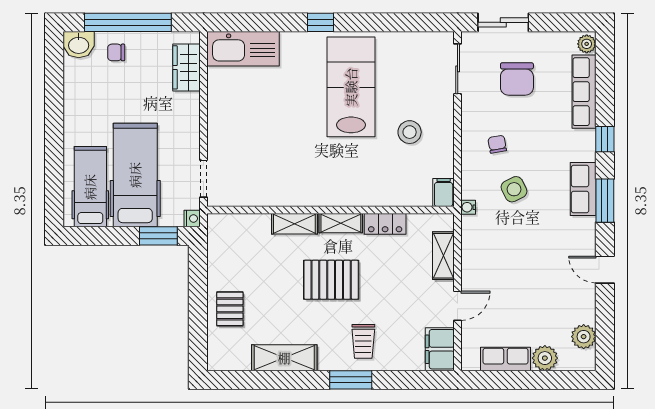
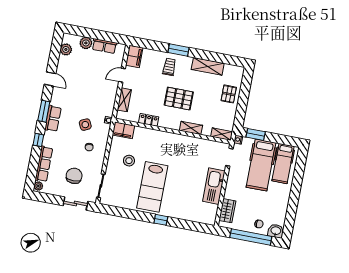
kitchen sink: (243, 49) -> (214, 186), moved, turned -90
filing cabinet: (444, 193) -> (123, 130), width x2.00
shelving: (341, 223) -> (222, 134), moved

